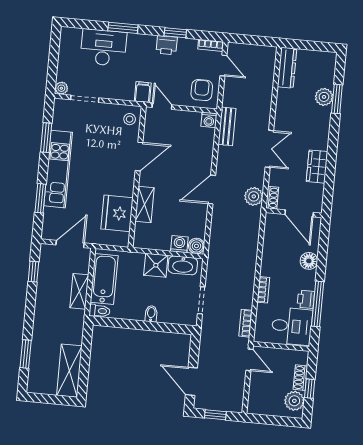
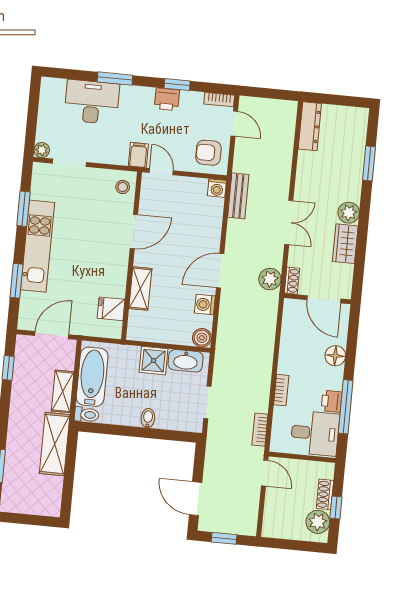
armchair: (202, 90) -> (208, 153), turned -90
plant: (324, 97) -> (349, 213), moved
fridge: (117, 213) -> (111, 309), width x0.53, depth x0.75
washing machine: (179, 244) -> (205, 305), moved, turned -90
shelving: (69, 371) -> (55, 444), moved

